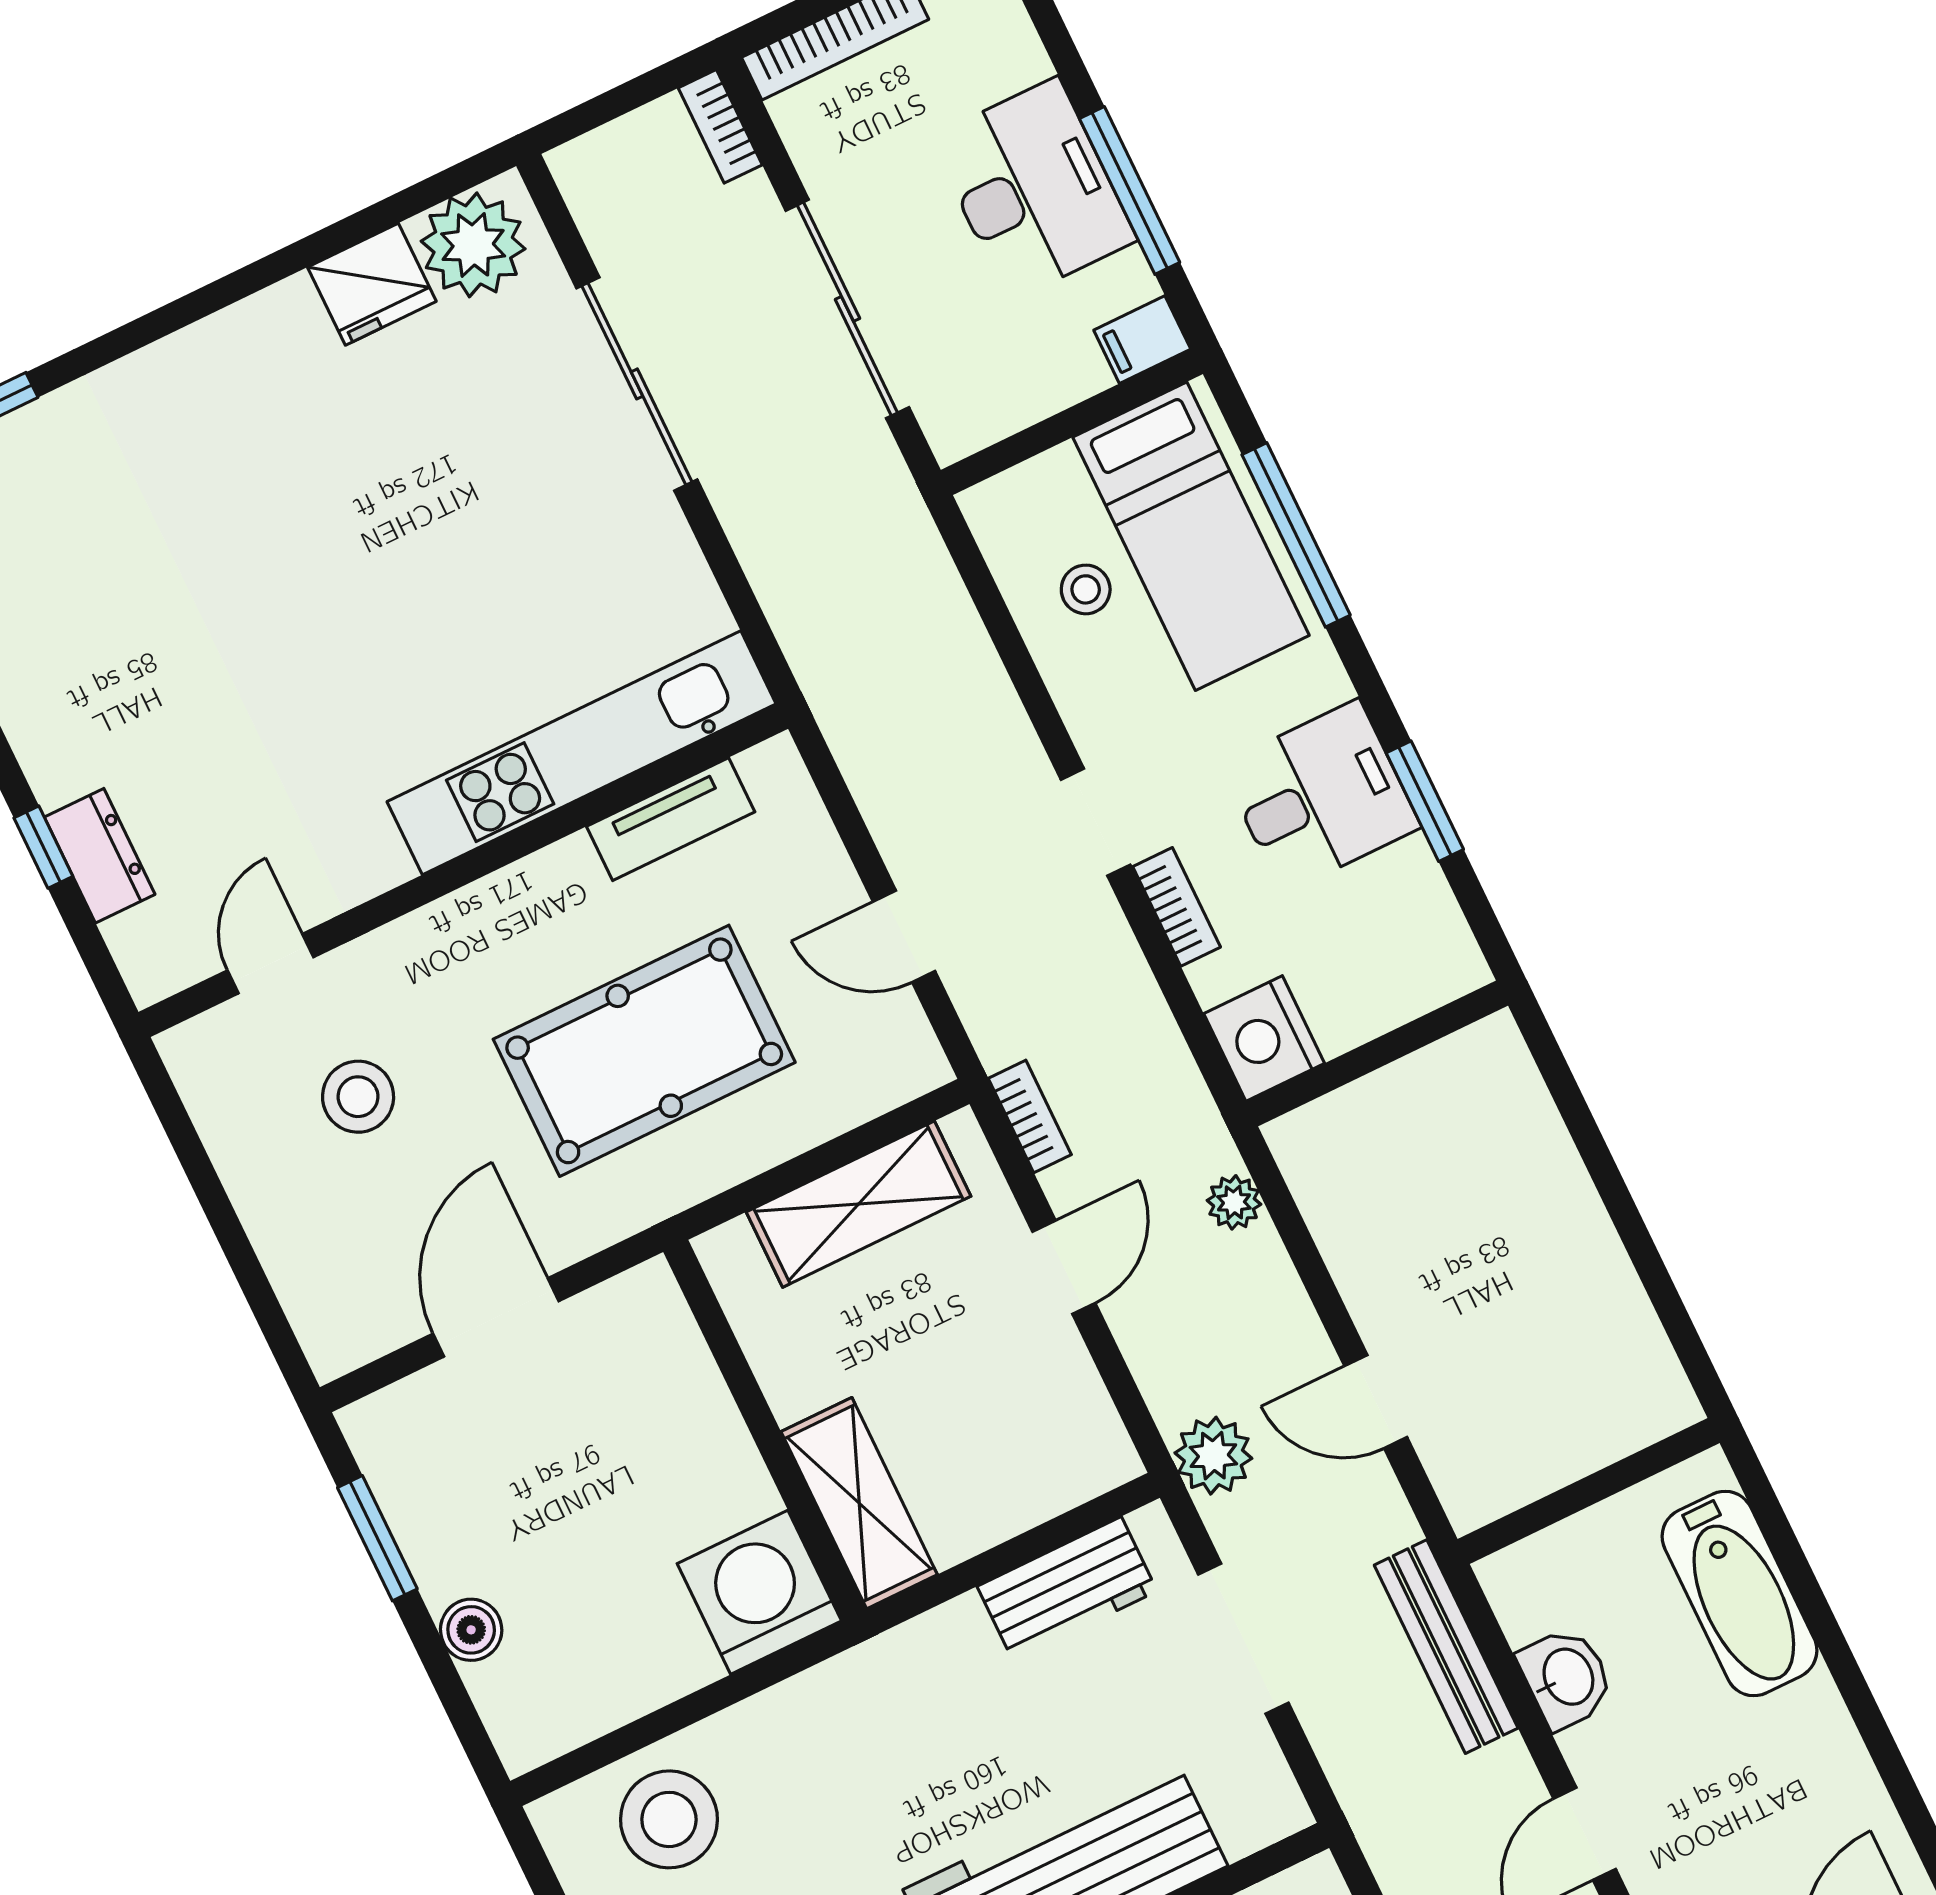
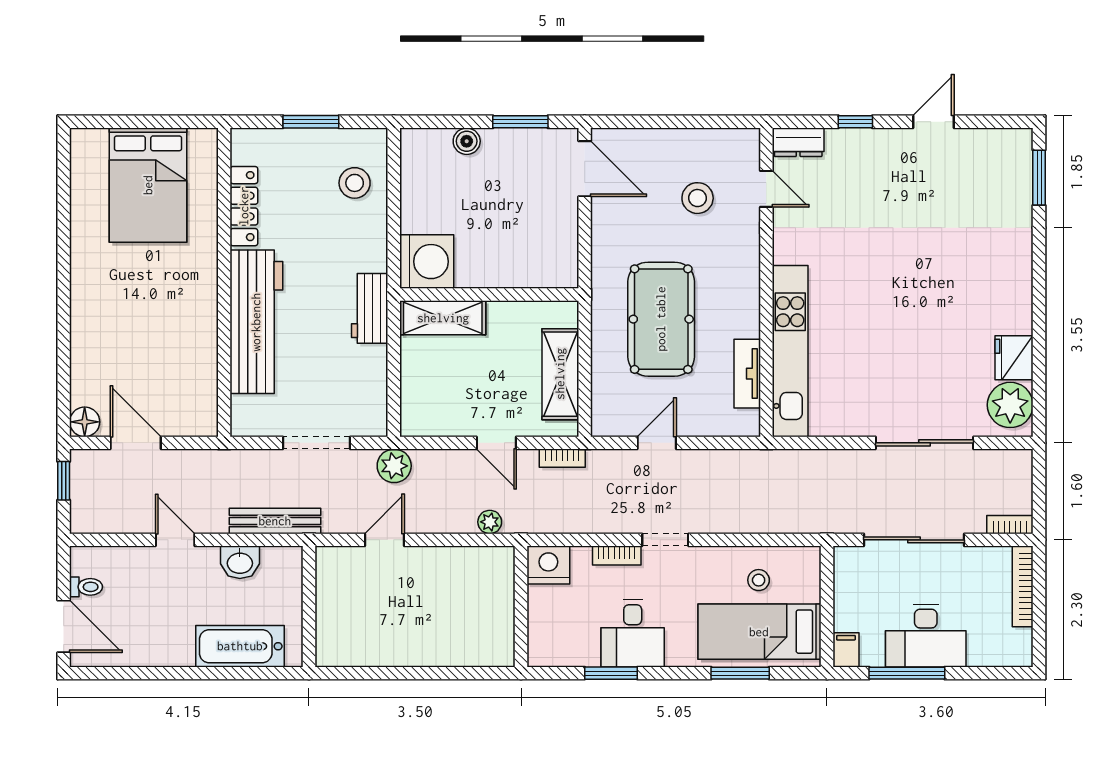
window: (1296, 535) -> (740, 673), width x0.69
dresser: (100, 856) -> (798, 142), moved
door: (496, 1317) -> (585, 169), moved
workbench: (1067, 1589) -> (370, 308), moved
stool: (669, 1819) -> (355, 183), width x0.73, depth x0.73

